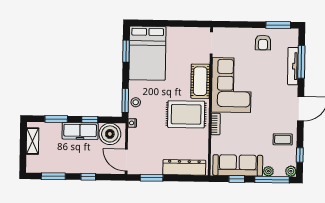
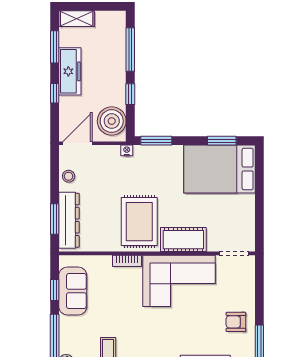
stool: (136, 102) -> (69, 176), moved
window: (56, 119) -> (130, 50), width x1.44
freezer: (80, 131) -> (70, 71), moved, turned 180
shelving: (32, 141) -> (77, 19), moved
sofa: (238, 165) -> (73, 291), width x0.73
plant: (268, 171) -> (66, 332), removed
window: (152, 178) -> (55, 219), moved

